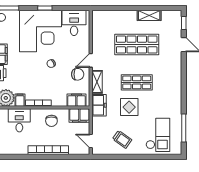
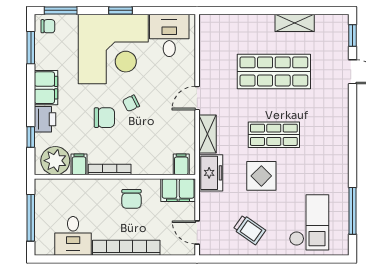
chair: (78, 74) -> (104, 118), moved
filing cabinet: (76, 100) -> (181, 164), width x0.50
desk: (19, 120) -> (73, 236), moved, turned 180

